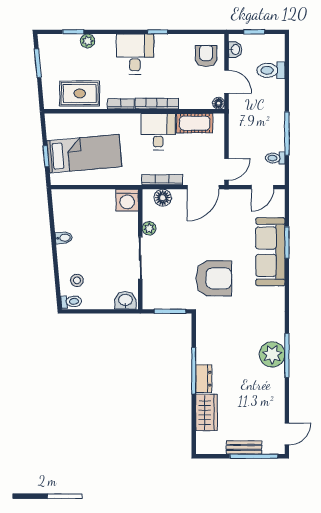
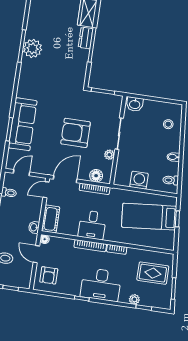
washbasin: (235, 50) -> (34, 227), moved
desk: (135, 54) -> (101, 285), width x1.37
rug: (80, 93) -> (153, 273), moved
cot: (195, 123) -> (51, 219), moved, turned 90
washing machine: (127, 200) -> (139, 180), moved
armchair: (214, 278) -> (76, 133), moved
toilet: (71, 302) -> (171, 180), moved

